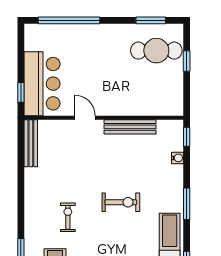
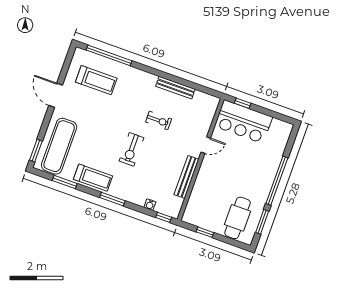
window: (69, 20) -> (277, 181), moved
window: (187, 61) -> (205, 232), moved
bench: (31, 143) -> (175, 88), moved
exercise bike: (68, 217) -> (159, 120), moved

